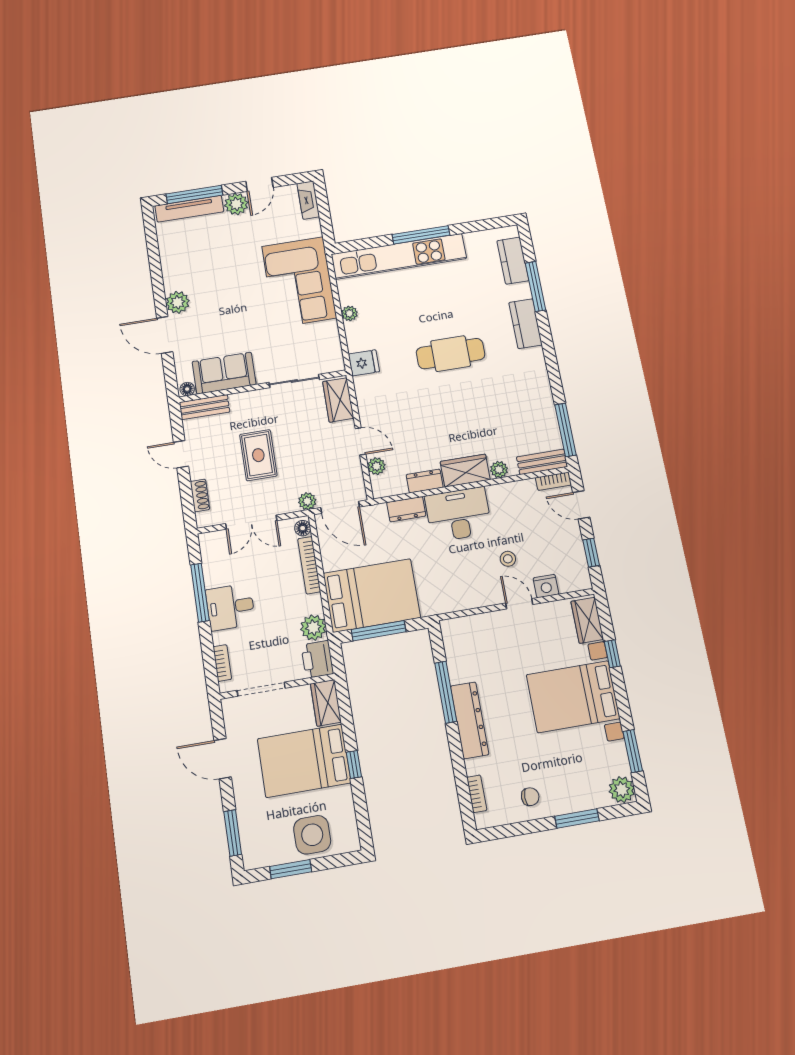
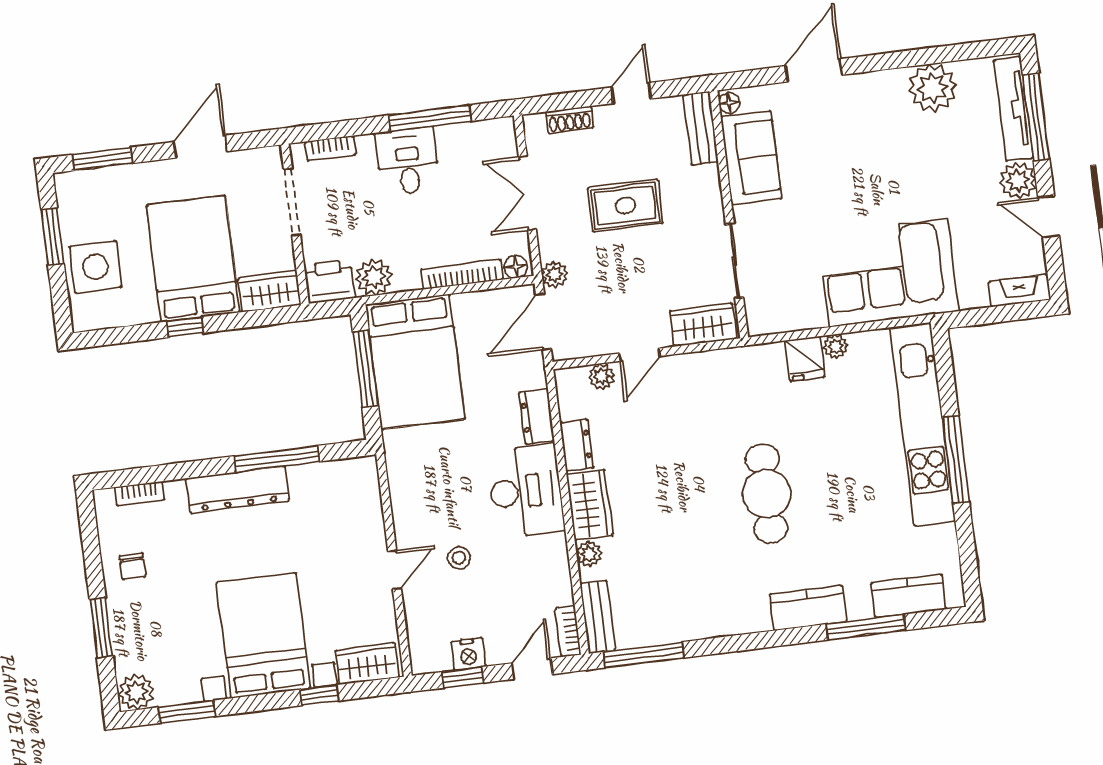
plant: (178, 302) -> (933, 88), moved, width x1.36, depth x1.36
fridge: (364, 363) -> (805, 359), moved
nightstand: (546, 586) -> (468, 654), moved, turned -90

